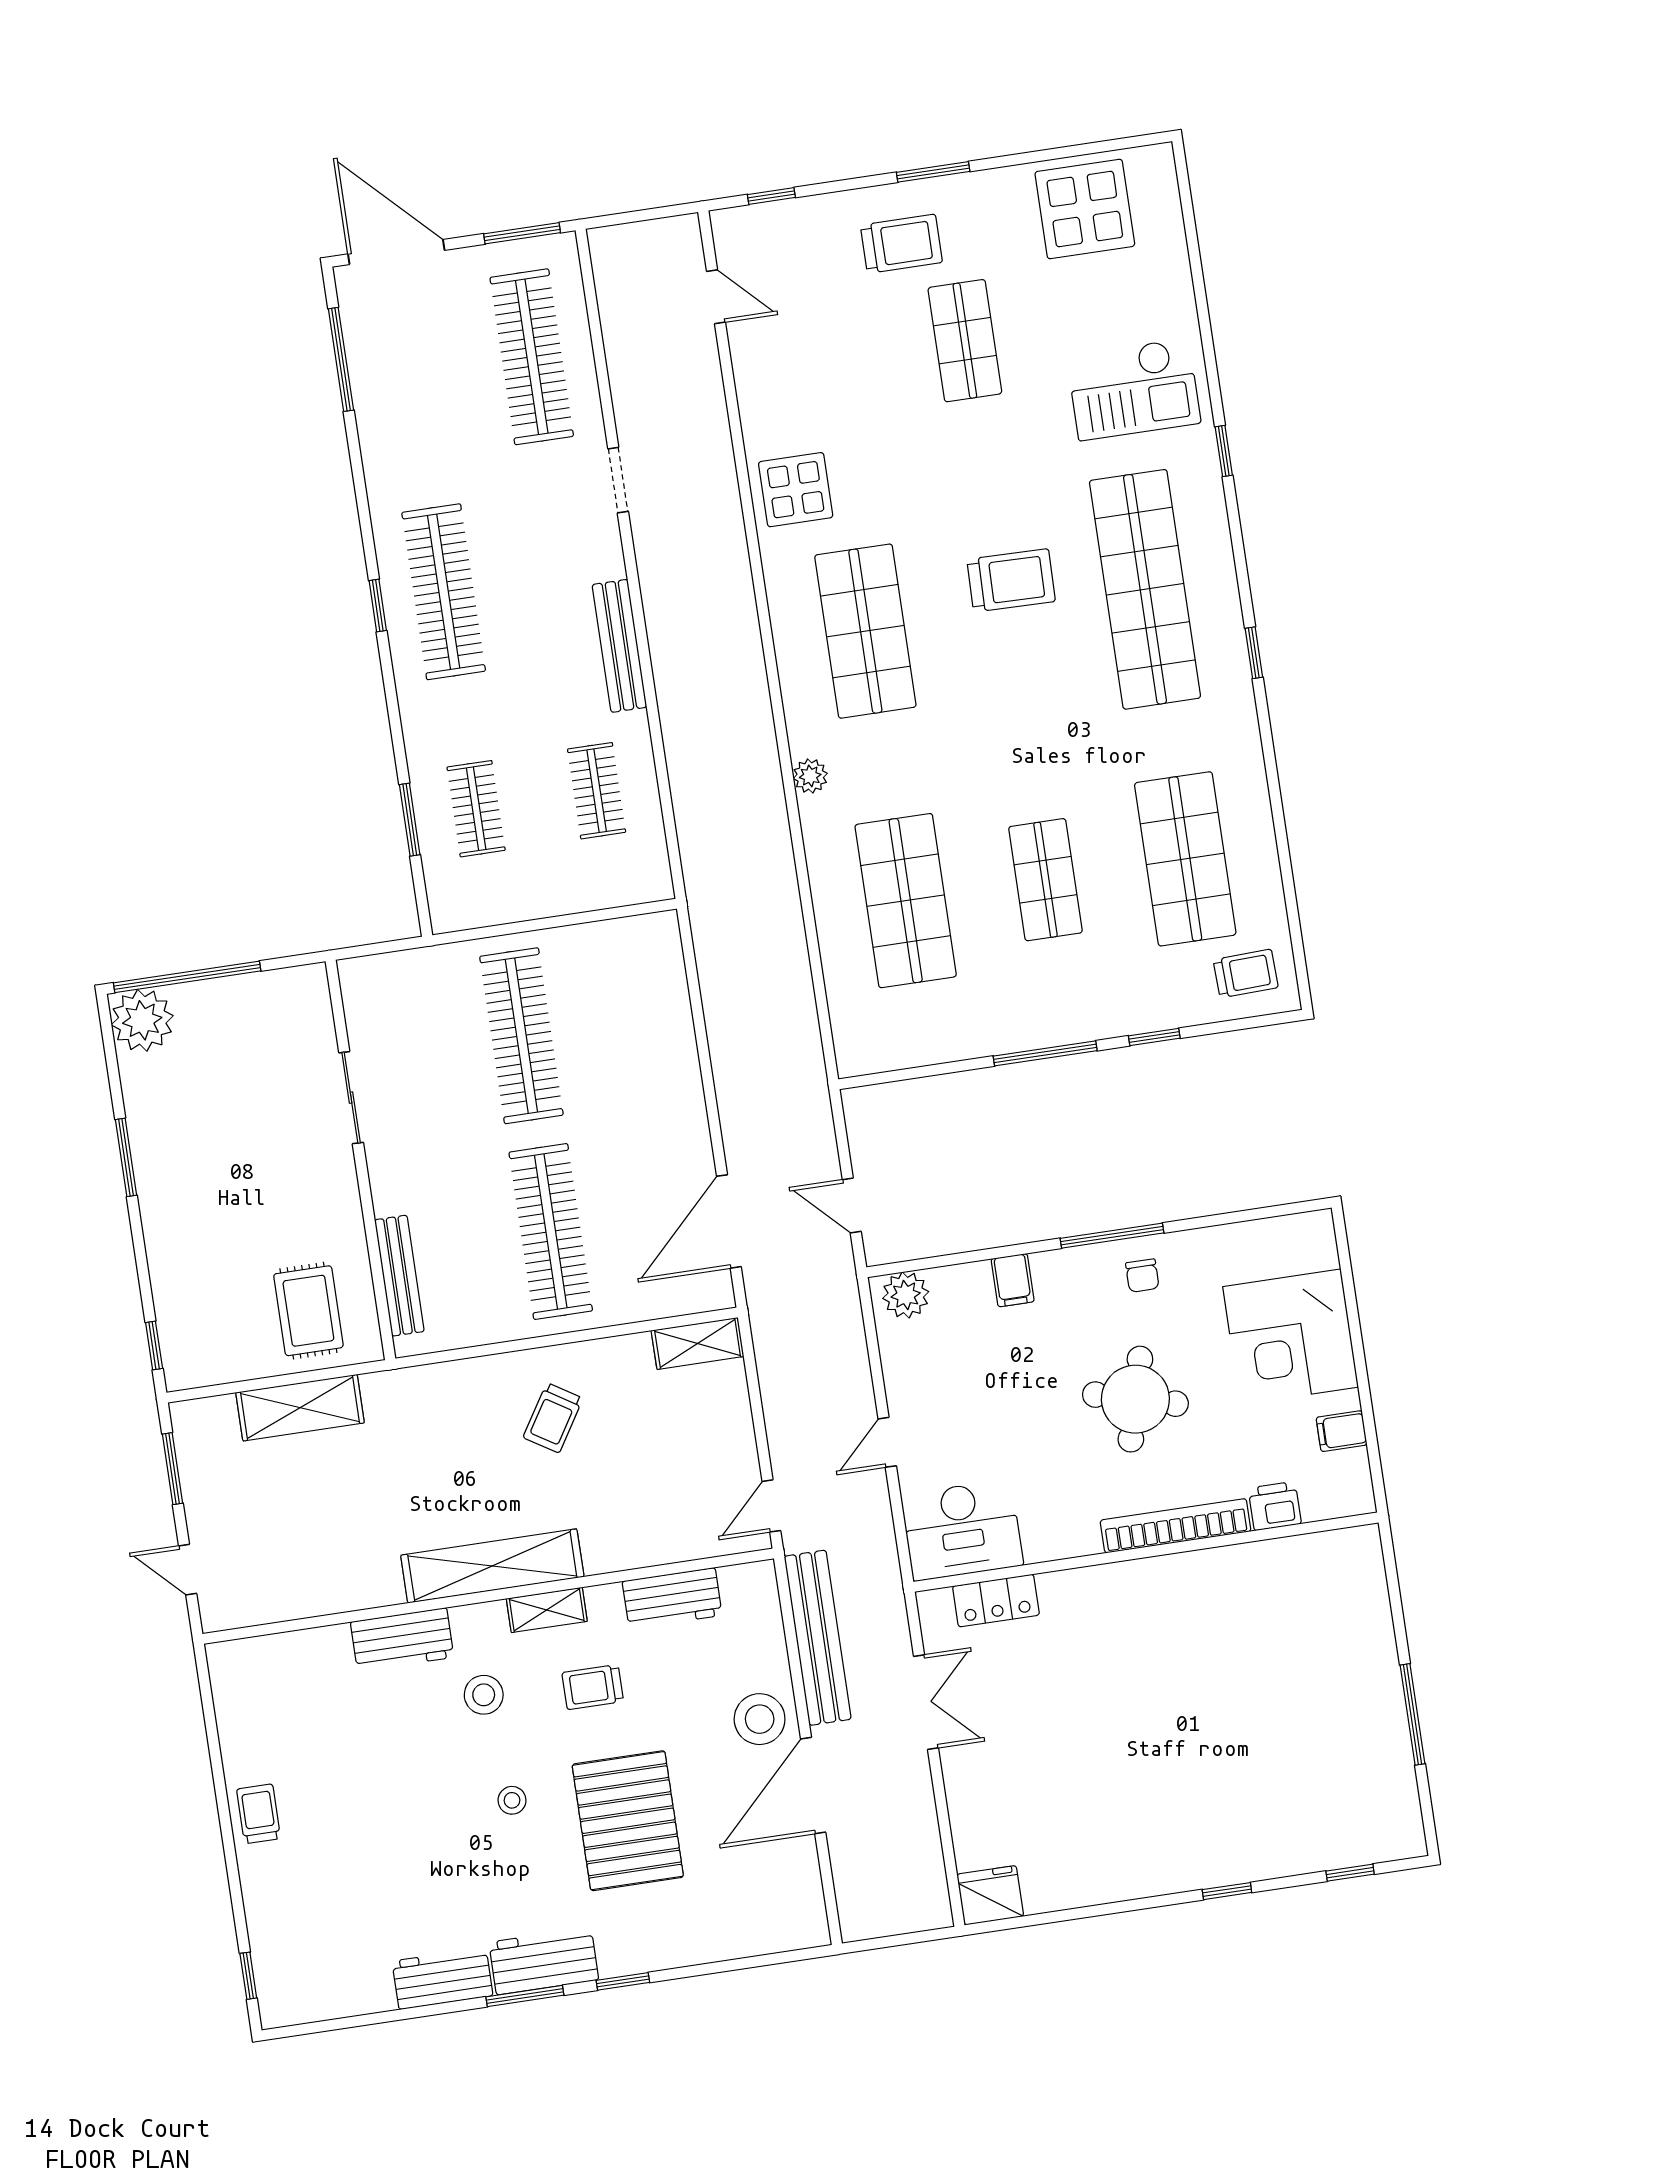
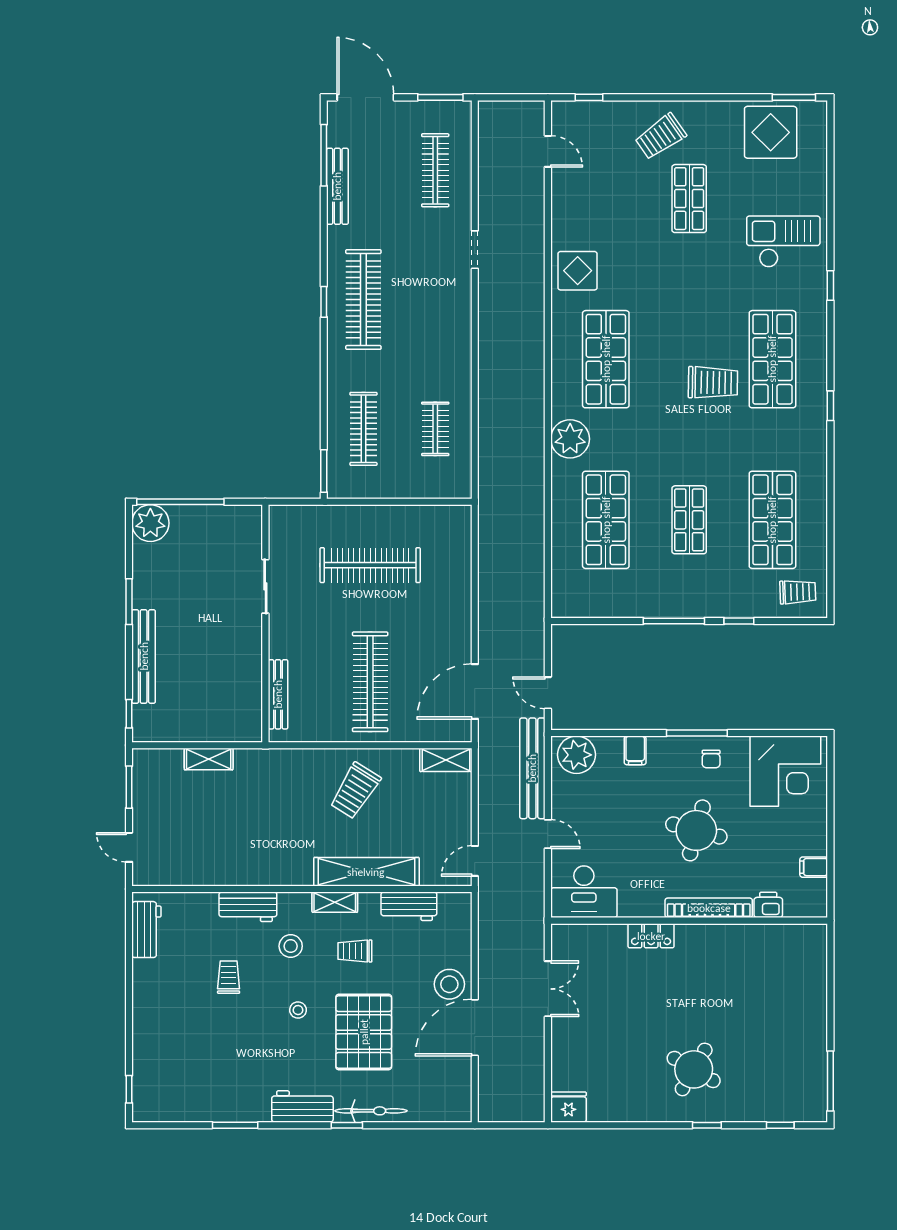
window: (933, 172) -> (794, 97), moved
trolley: (901, 244) -> (661, 137), turned 145
clothes rail: (532, 357) -> (435, 170), width x0.73, depth x0.76
checkout: (1134, 389) -> (783, 242), turned 180
trolley: (1011, 580) -> (713, 383), moved
shop shelf: (1145, 589) -> (772, 359), width x0.71
bench: (619, 646) -> (337, 186), moved
plant: (810, 776) -> (570, 439), width x1.87, depth x1.87
clothes rail: (476, 809) -> (363, 429), width x1.36
window: (410, 820) -> (324, 471), moved
clothes rail: (521, 1036) -> (370, 565), turned 90
bench: (164, 1246) -> (144, 656), added
plant: (906, 1295) -> (576, 755), width x1.36, depth x1.36
rug: (308, 1311) -> (222, 707), removed
corner desk: (1291, 1337) -> (785, 771), moved, turned -90
shelving: (300, 1408) -> (209, 759), width x0.67, depth x0.75
trolley: (553, 1418) -> (355, 791), width x1.36, depth x1.39
door: (887, 1442) -> (548, 834), swing flipped
shelving: (492, 1566) -> (366, 872), moved
locker: (996, 1601) -> (651, 936), moved
bench: (818, 1638) -> (532, 768), moved
window: (1413, 1714) -> (830, 1081), moved
round table: (1191, 1801) -> (694, 1069), added
trolley: (259, 1814) -> (229, 977), moved
bicycle: (660, 1951) -> (371, 1111), added
workbench: (443, 1978) -> (146, 930), moved, turned 90
window: (525, 1996) -> (235, 1125), moved

